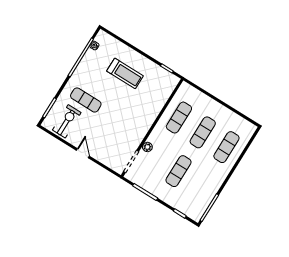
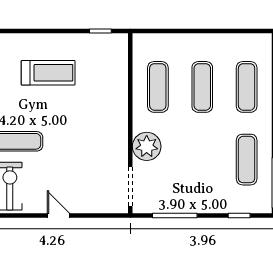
plant: (147, 147) -> (147, 146), width x1.88, depth x1.88
exercise mat: (179, 171) -> (247, 160), moved

